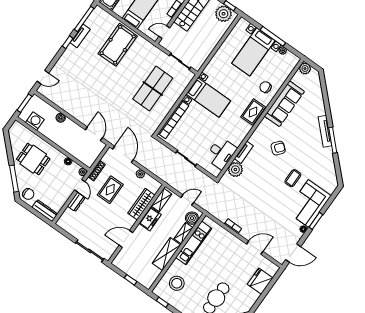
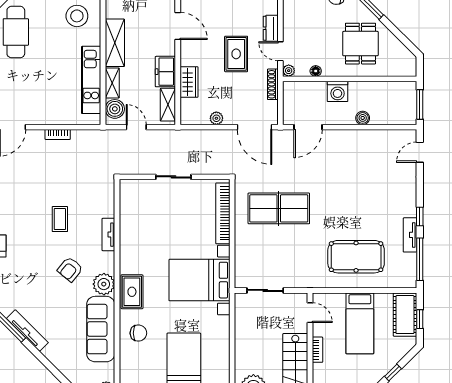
door: (164, 32) -> (310, 313), hinge flipped
pool table: (118, 45) -> (356, 257), turned 90
table tennis table: (153, 89) -> (279, 208), moved, turned 90
bed with nightstands: (208, 97) -> (199, 280), width x1.36
washing machine: (35, 121) -> (338, 91), moved
door: (94, 134) -> (308, 127), hinge flipped
desk: (221, 153) -> (136, 213), removed
dining table: (33, 159) -> (360, 44), turned 90
plant: (235, 170) -> (104, 284), moved
coffee table: (293, 178) -> (60, 219), moved
rug: (110, 190) -> (236, 54), moved
door: (187, 200) -> (136, 127), swing flipped
wardrobe: (141, 204) -> (189, 82), width x0.67
door: (126, 239) -> (178, 26), hinge flipped

